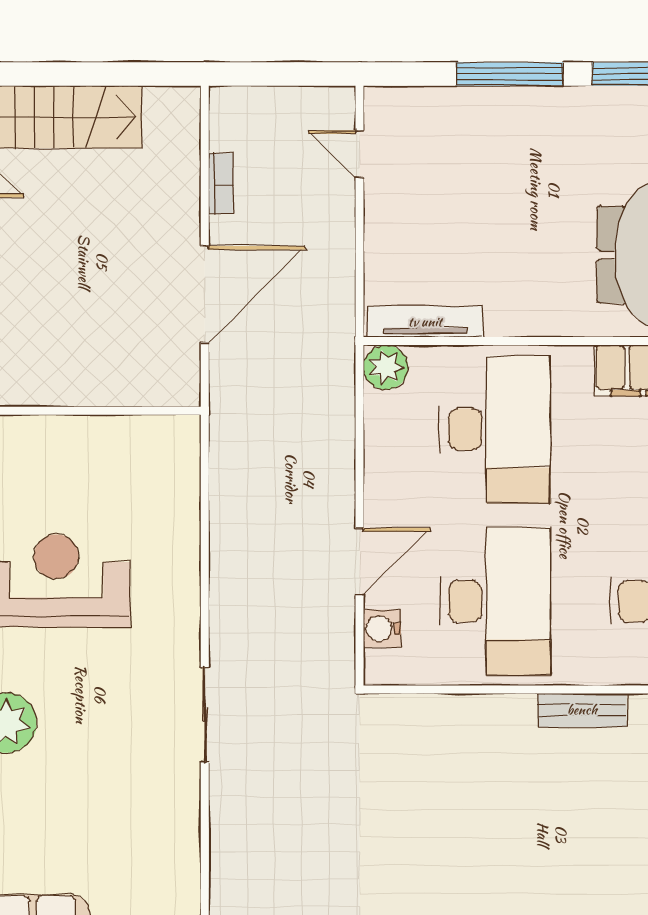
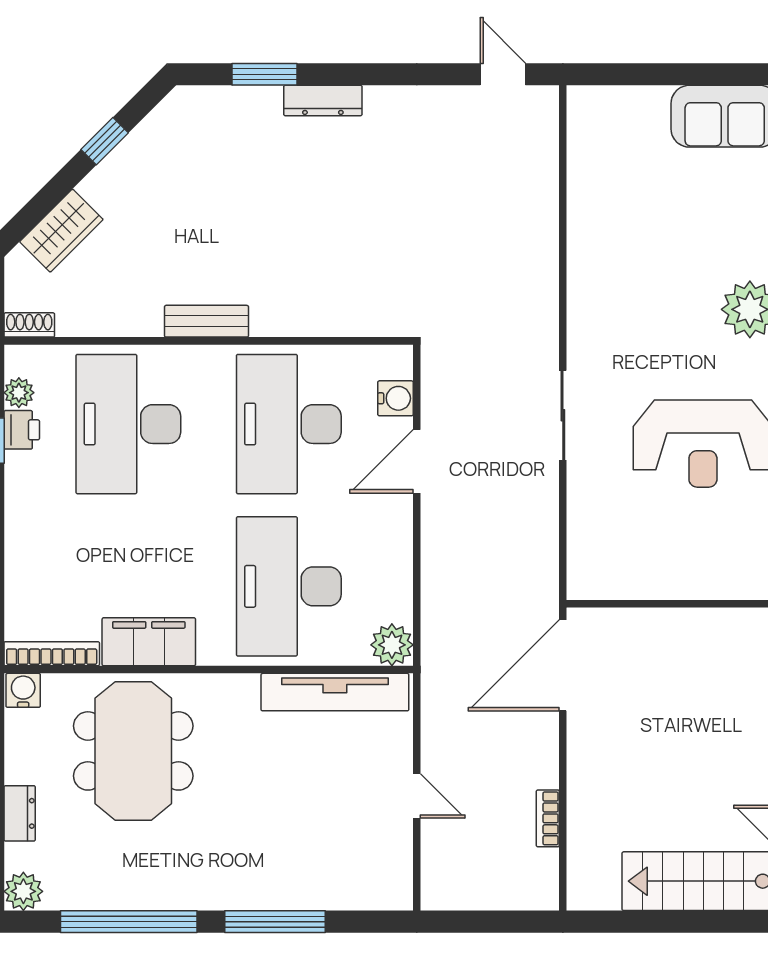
door: (359, 154) -> (417, 796), moved
door: (205, 294) -> (563, 665), moved
tv unit: (425, 322) -> (335, 692), width x1.36, depth x1.29
sliding door: (205, 715) -> (563, 415), moved

